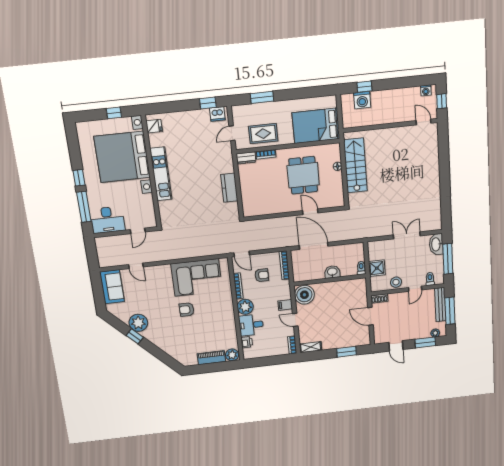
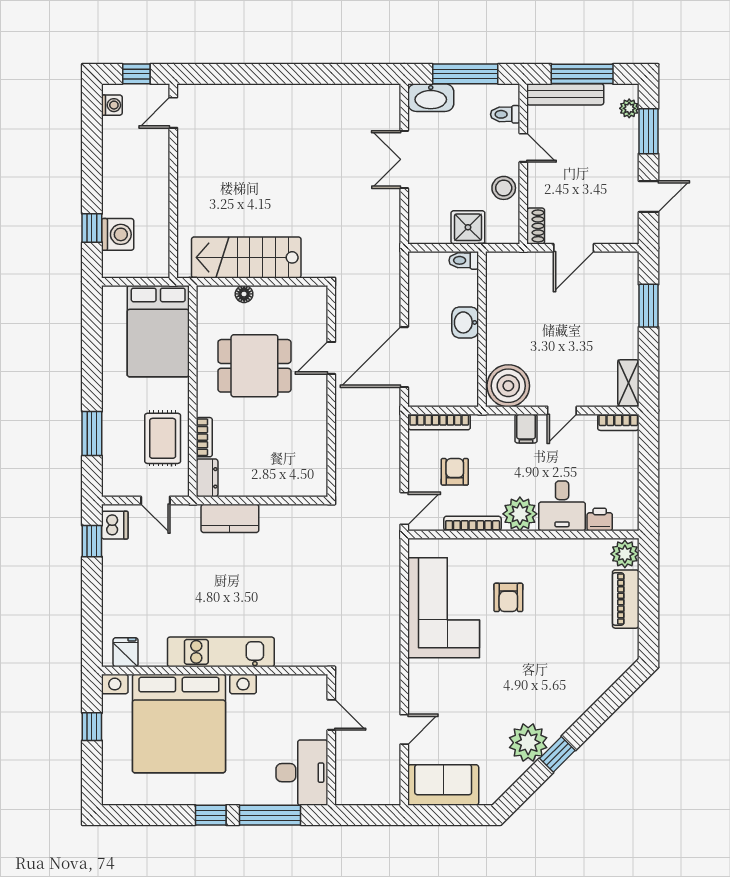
kitchen counter: (229, 188) -> (230, 518), moved
armchair: (187, 310) -> (508, 597), moved

